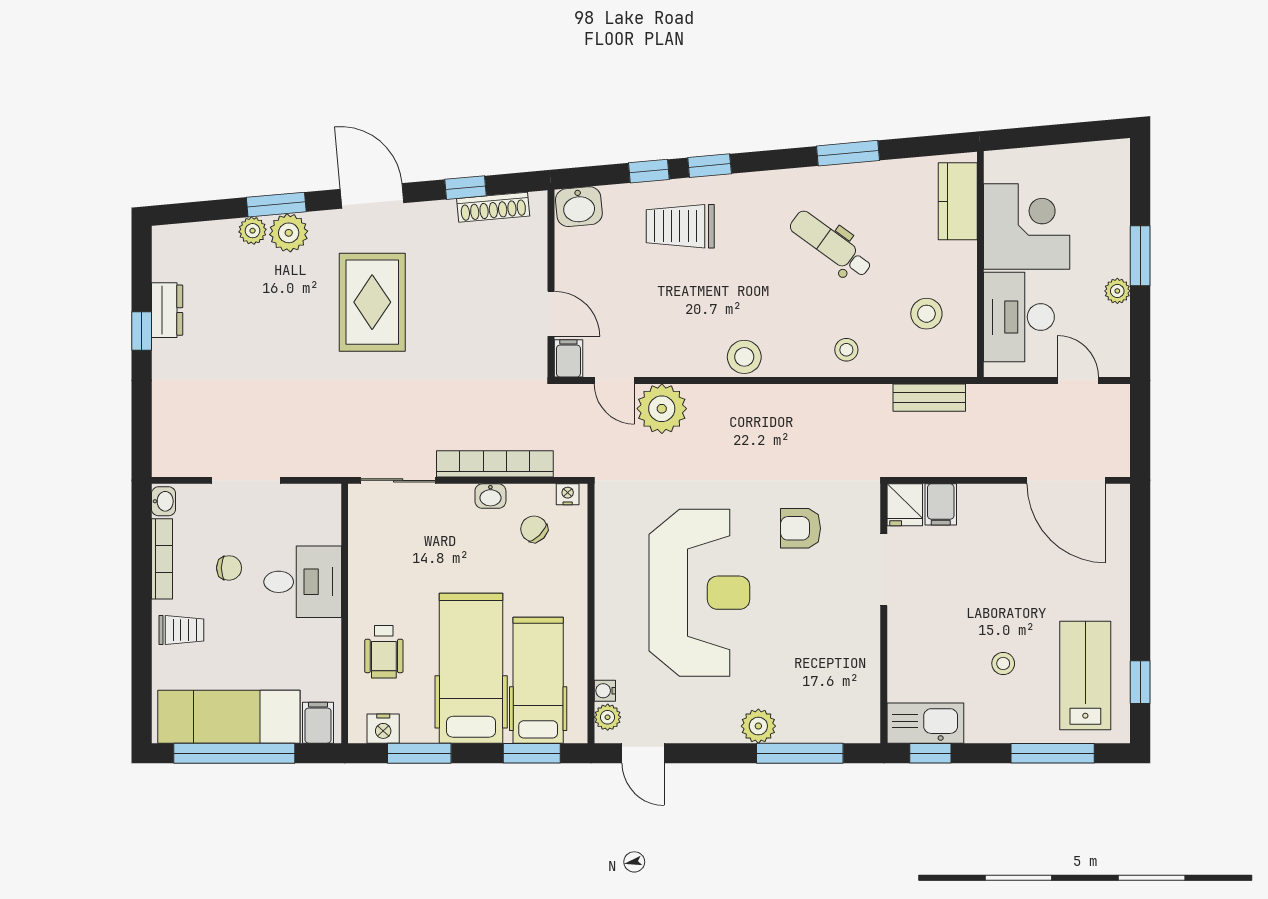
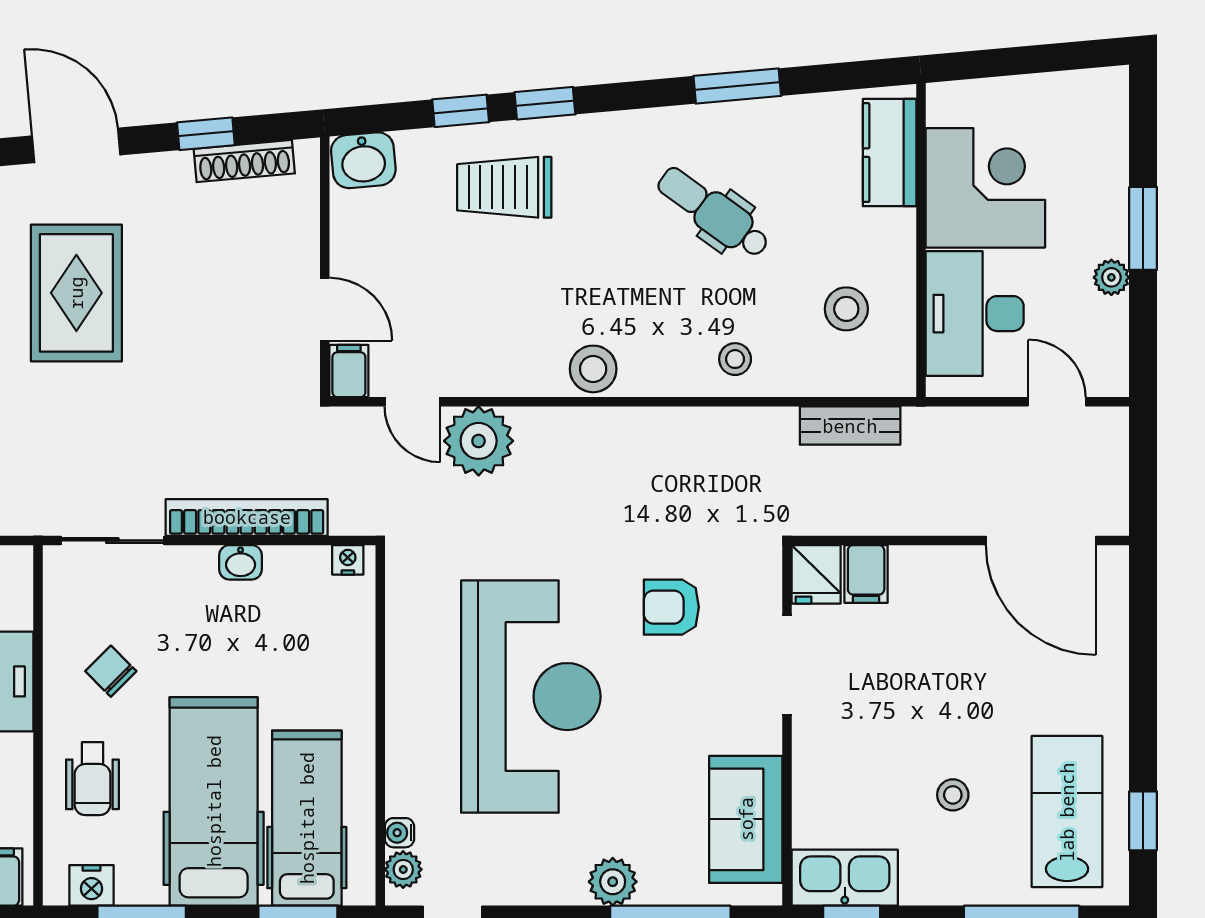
chair: (534, 529) -> (111, 671), moved
sofa: (854, 681) -> (746, 819), added

